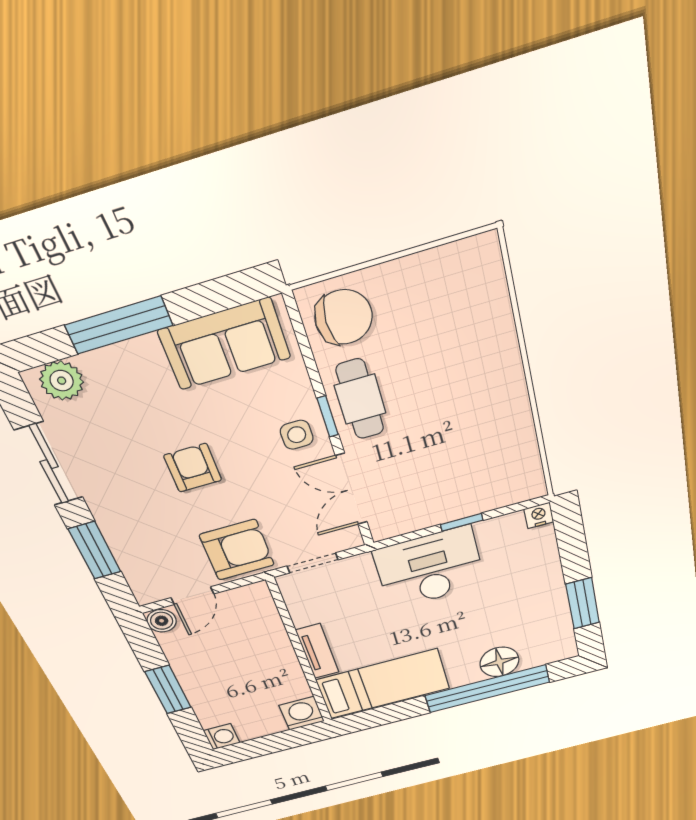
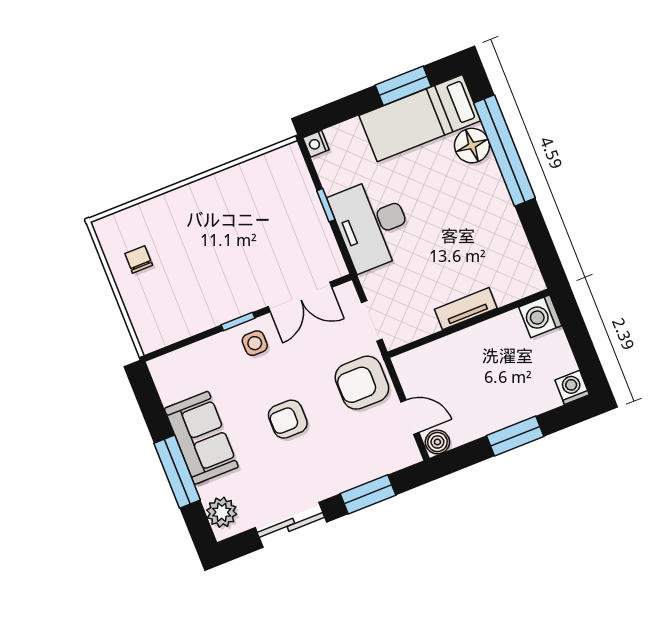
chair: (344, 317) -> (139, 259), moved, width x0.54, depth x0.54
sofa: (225, 344) -> (201, 438), moved
cafe table: (360, 399) -> (222, 299), removed
armchair: (237, 550) -> (362, 383), turned -90
bed: (383, 684) -> (420, 118), moved, turned -90

